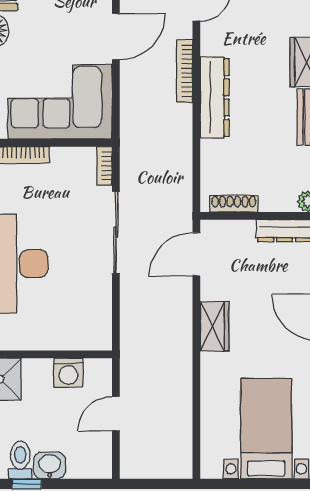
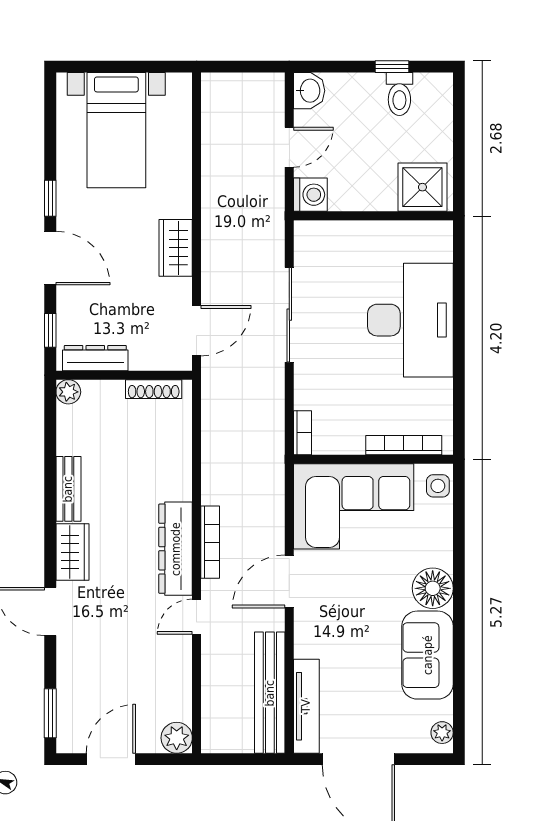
dresser: (215, 97) -> (176, 549), moved
sliding door: (116, 232) -> (289, 315), moved
washing machine: (68, 373) -> (310, 195), moved, turned 90
washbasin: (50, 465) -> (309, 91), moved, turned -90

